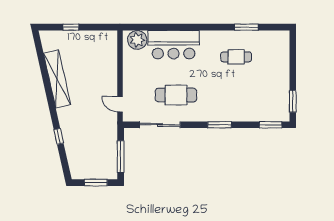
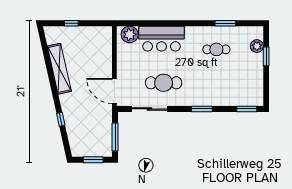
plant: (282, 53) -> (257, 46), added
window: (293, 101) -> (266, 56), moved
door: (120, 104) -> (114, 91), width x1.88

